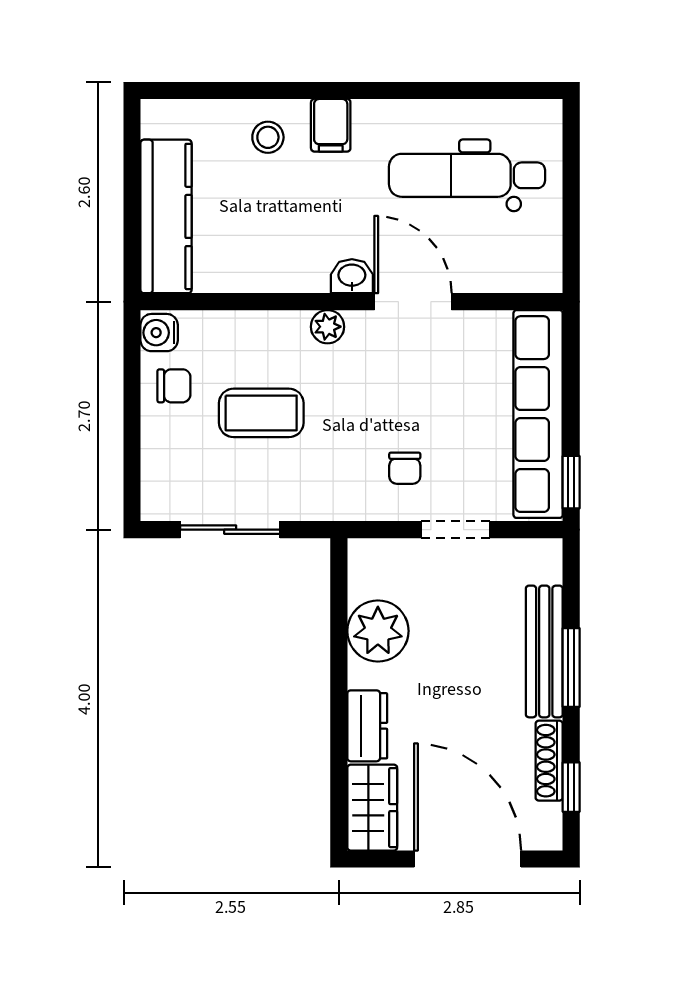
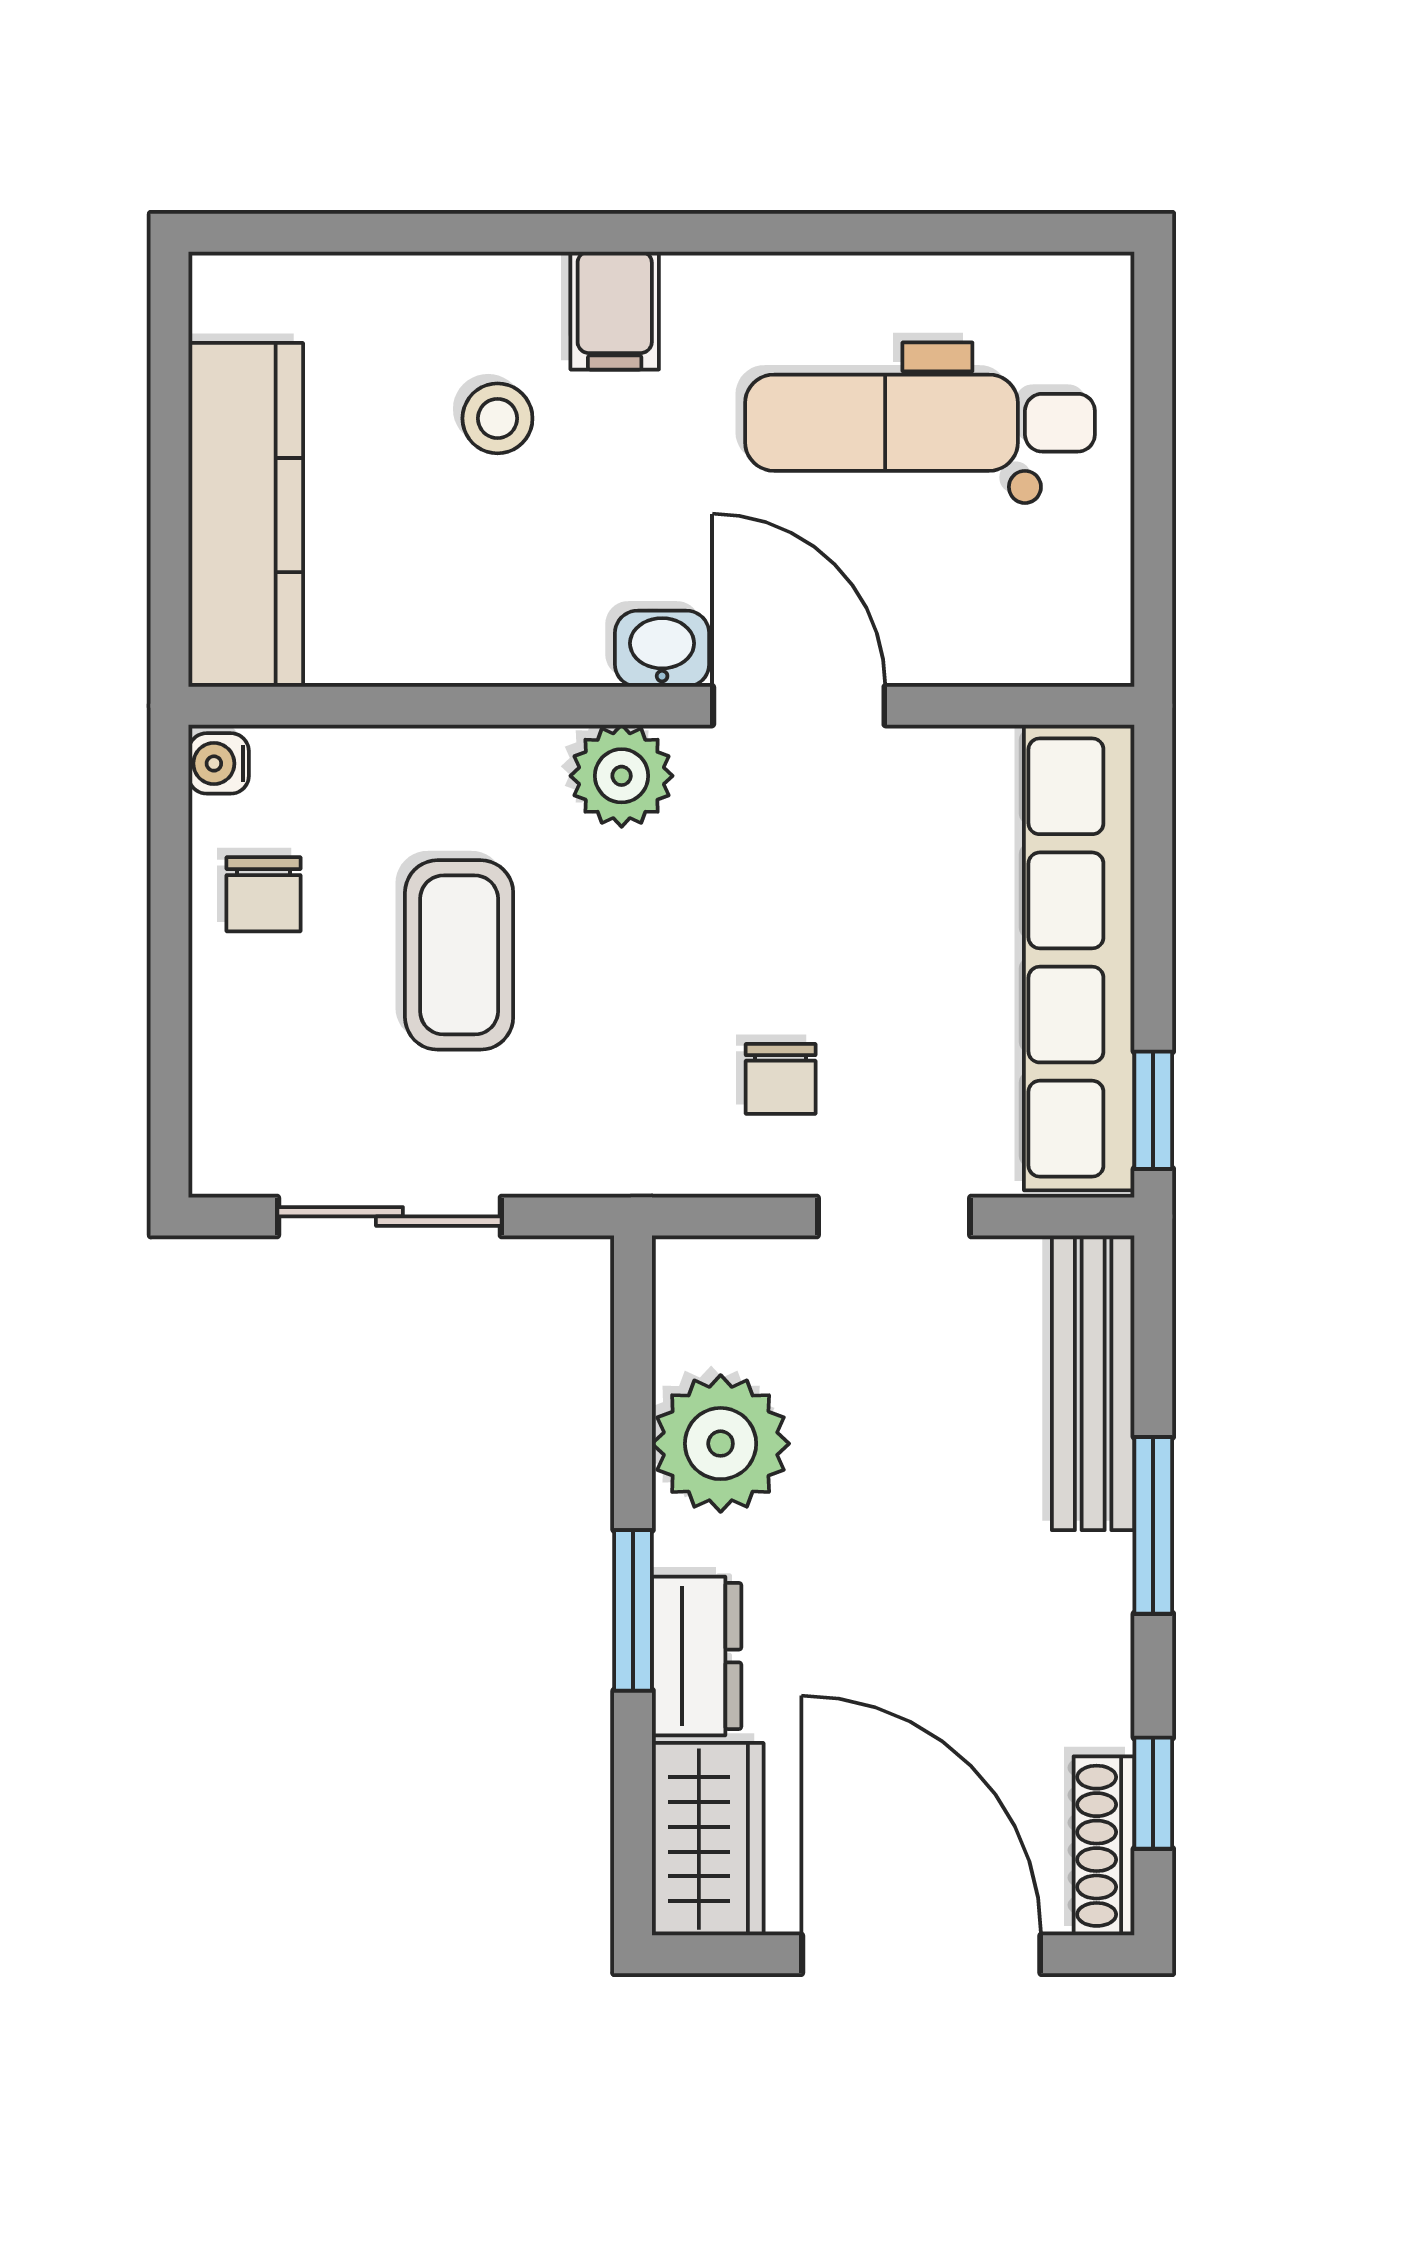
stool: (268, 137) -> (497, 418), moved
plant: (328, 327) -> (622, 776), width x1.38, depth x1.38
water cooler: (159, 333) -> (219, 763), width x0.72, depth x0.72
chair: (174, 386) -> (264, 894), turned 90
coffee table: (261, 413) -> (459, 955), turned 90
bench: (544, 651) -> (1093, 1383), moved
window: (339, 705) -> (633, 1610), added
shoe rack: (549, 761) -> (1104, 1846), moved

